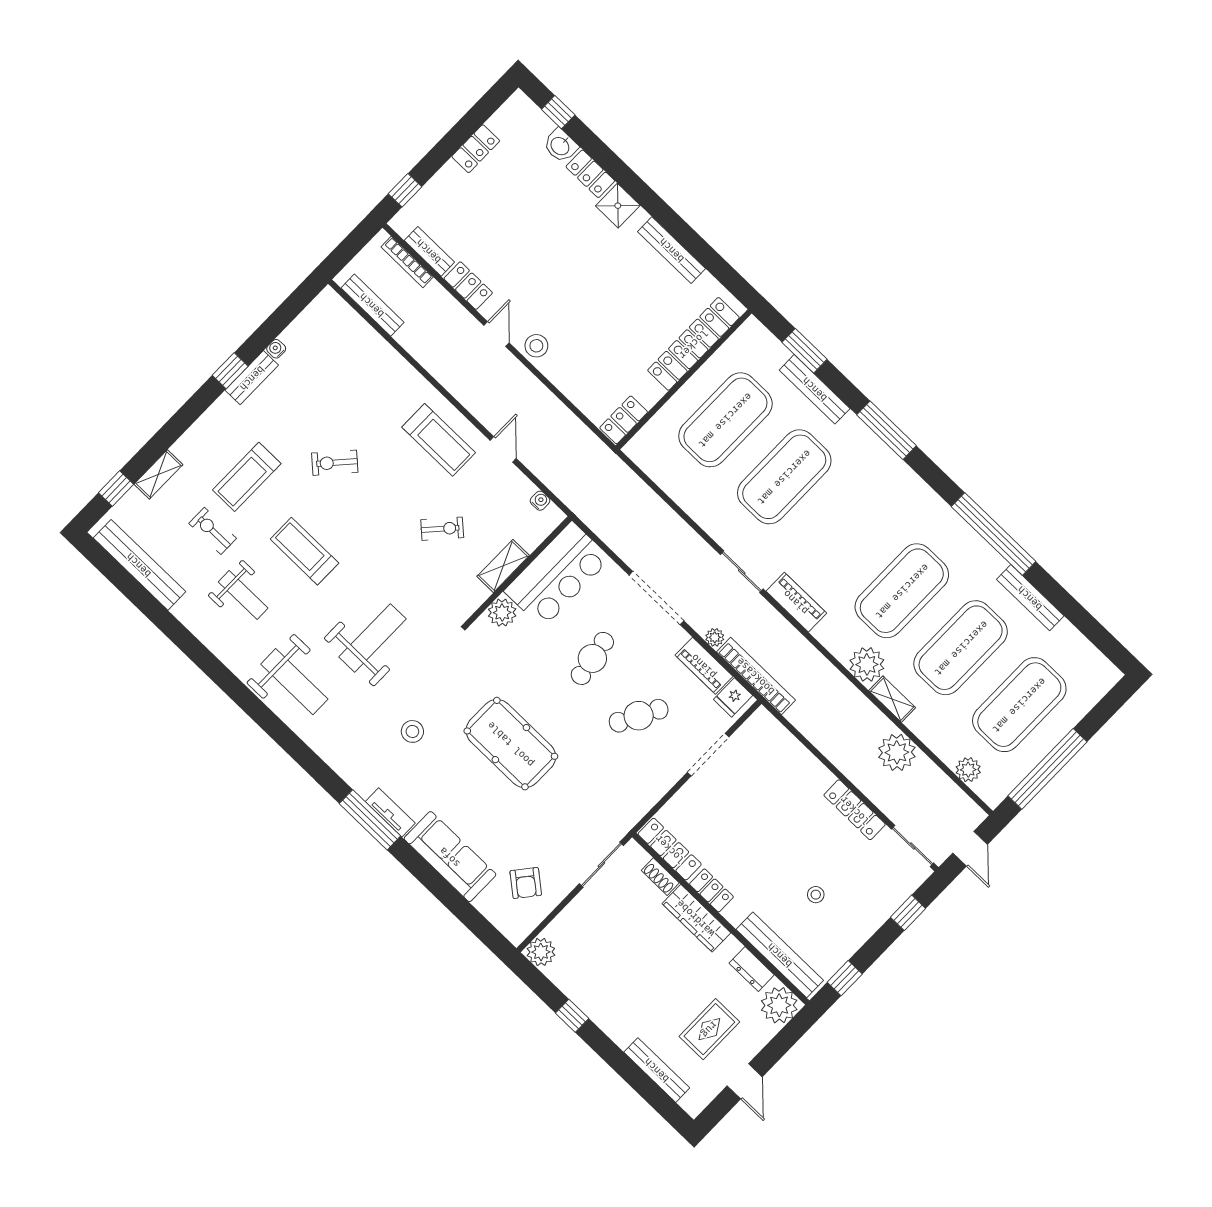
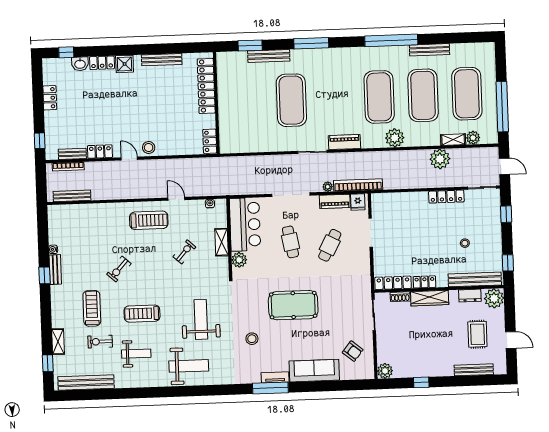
exercise mat: (725, 420) -> (247, 102), removed
treadmill: (247, 477) -> (92, 308), turned 180
shelving: (892, 699) -> (453, 140), moved

